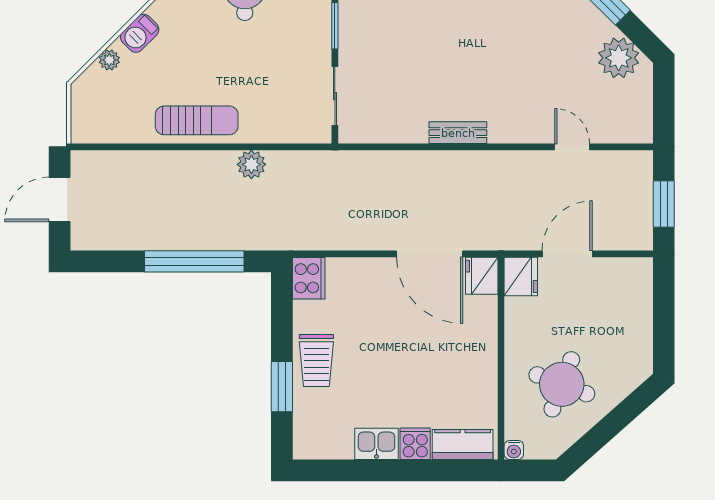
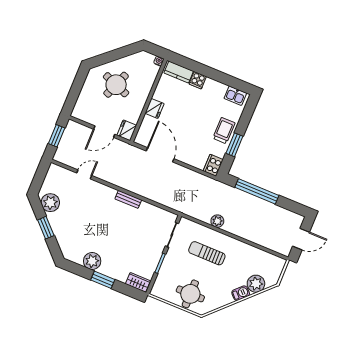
plant: (109, 60) -> (256, 284), width x1.87, depth x1.87
sun lounger: (197, 120) -> (207, 253), moved
door: (572, 147) -> (84, 174), swing flipped
fridge: (482, 276) -> (154, 108), moved
round table: (562, 384) -> (116, 85), moved
window: (282, 387) -> (234, 145), moved
kitchen sink: (376, 444) -> (235, 96), moved

